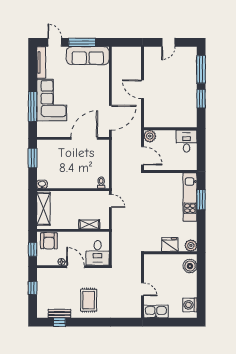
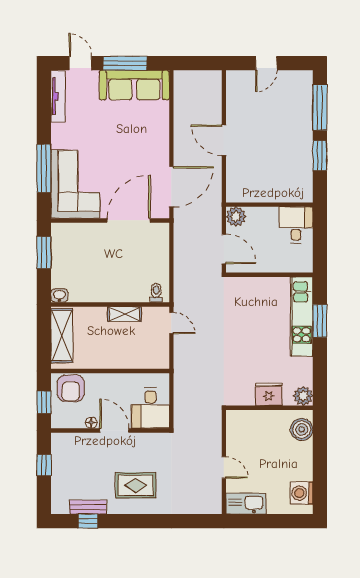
corner sofa: (52, 100) -> (75, 184), moved
shelving: (89, 224) -> (124, 314), moved
rug: (89, 300) -> (136, 485), turned 90

